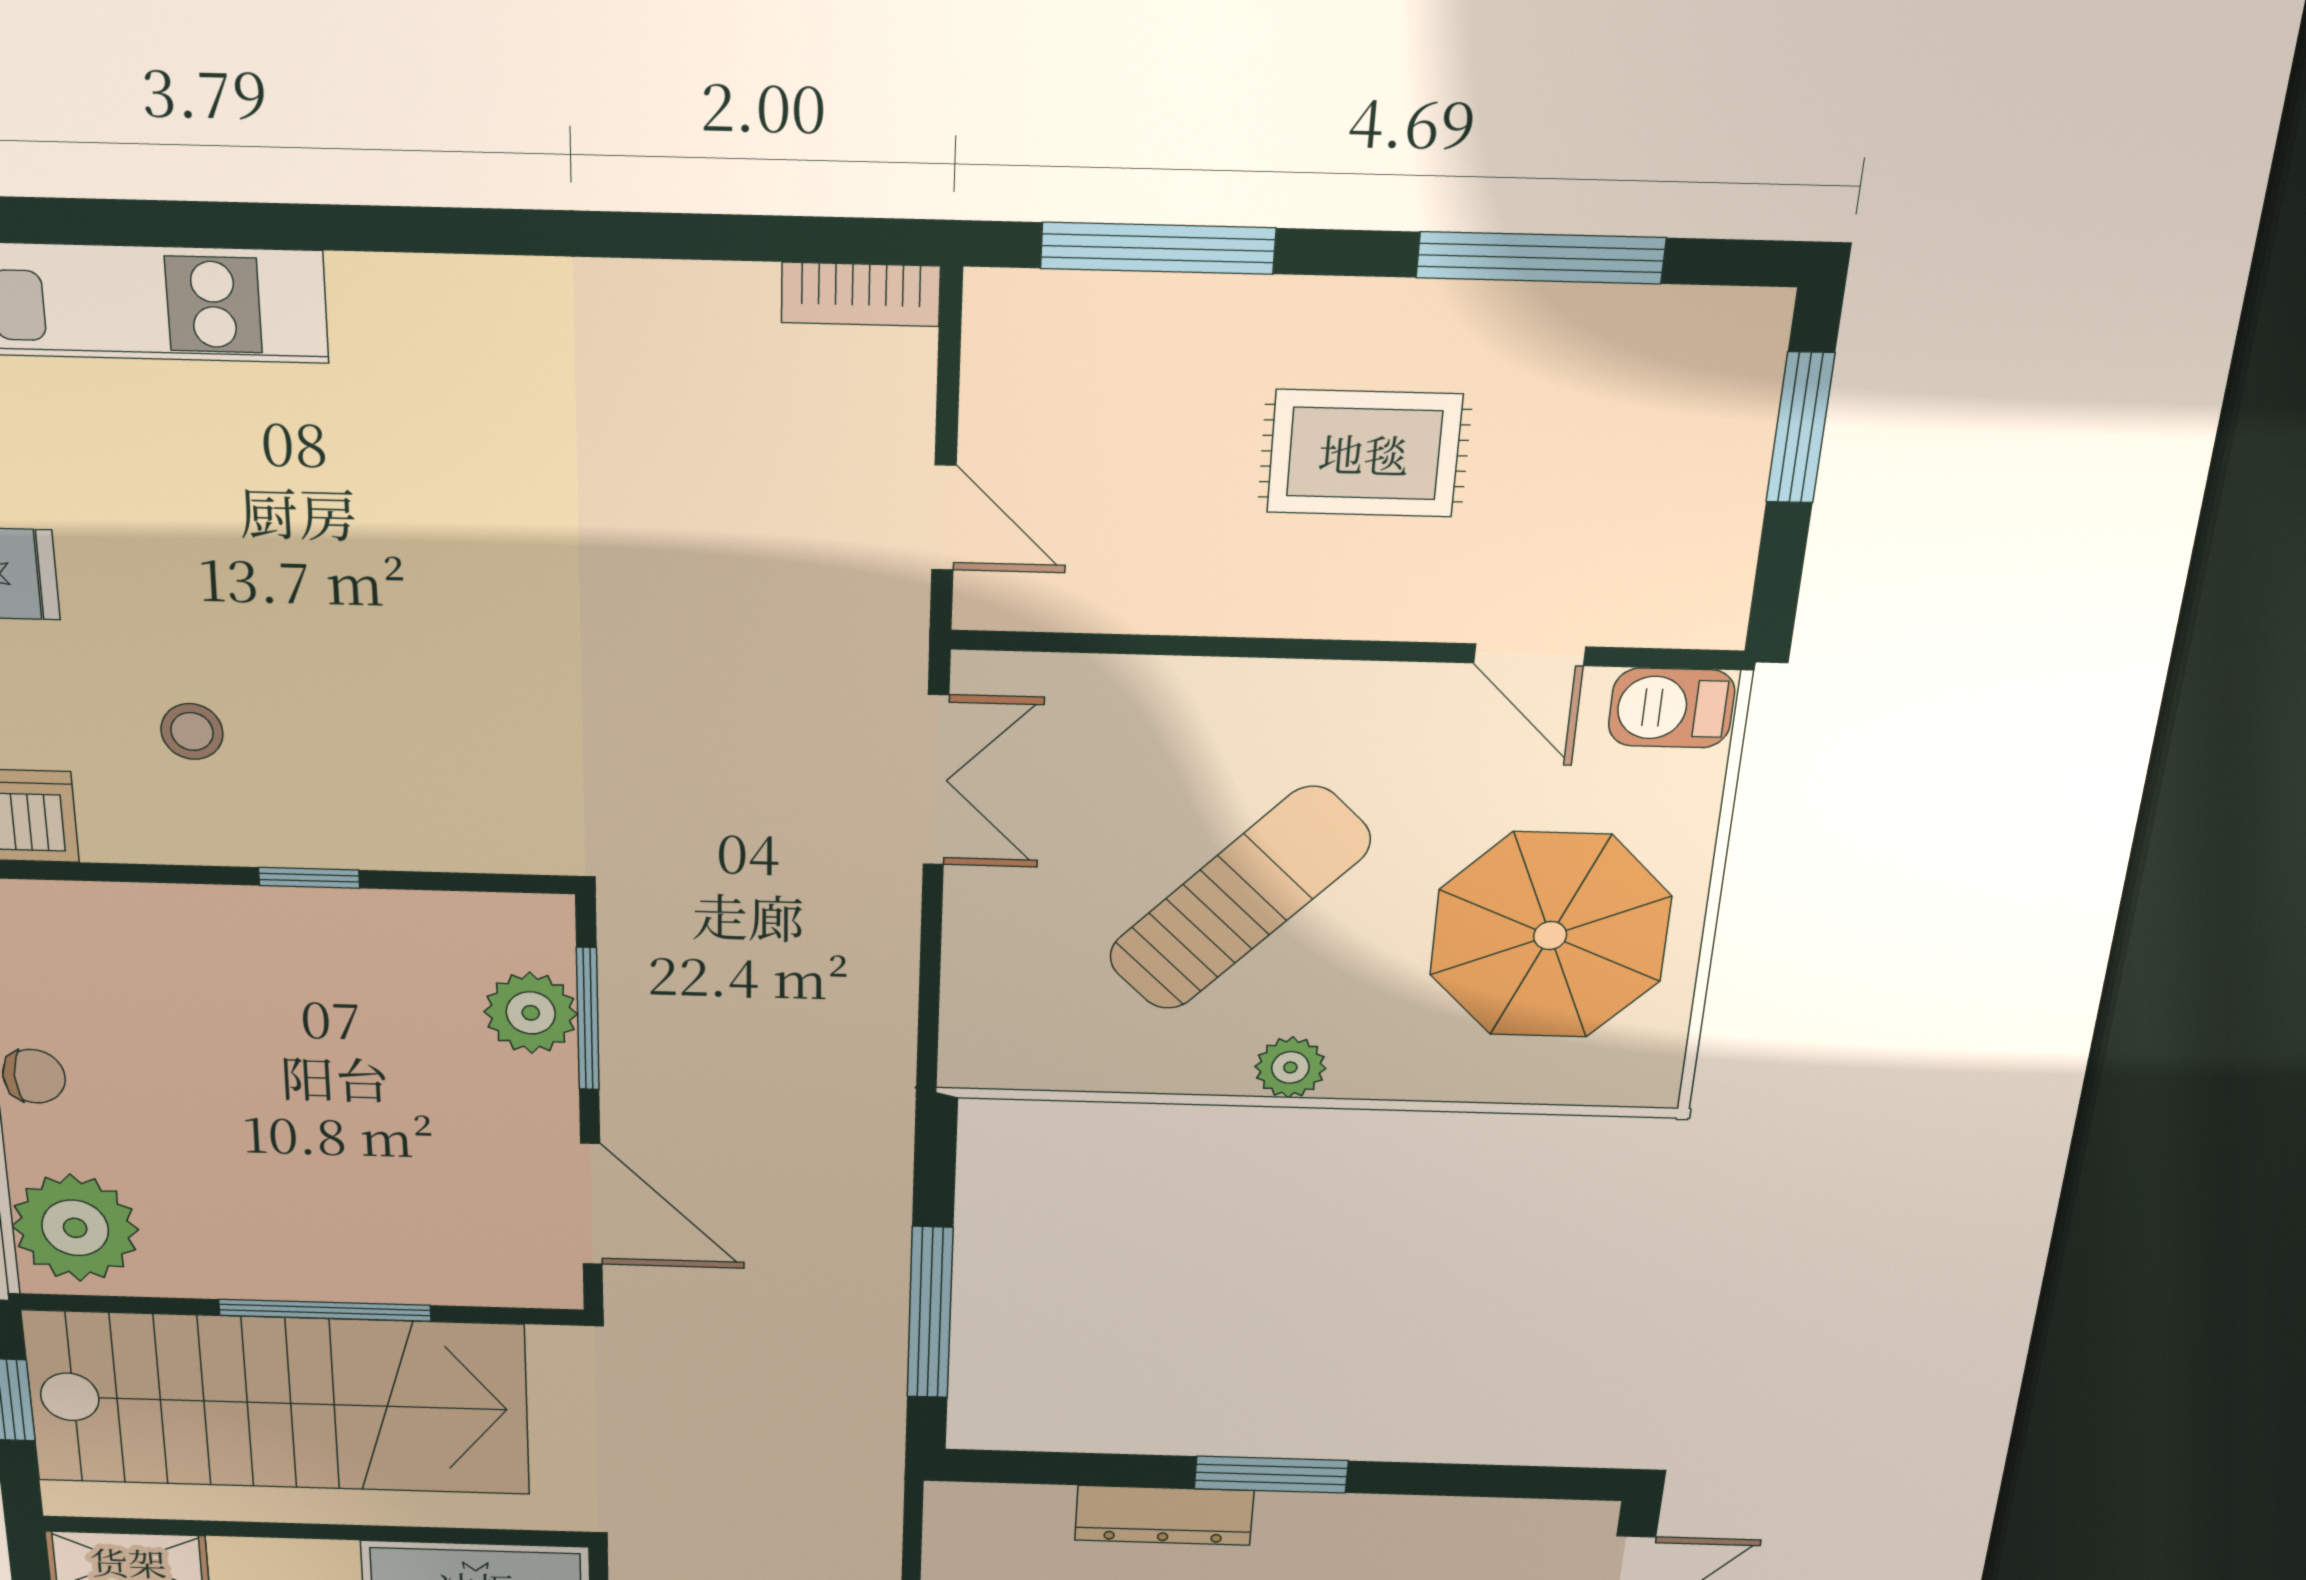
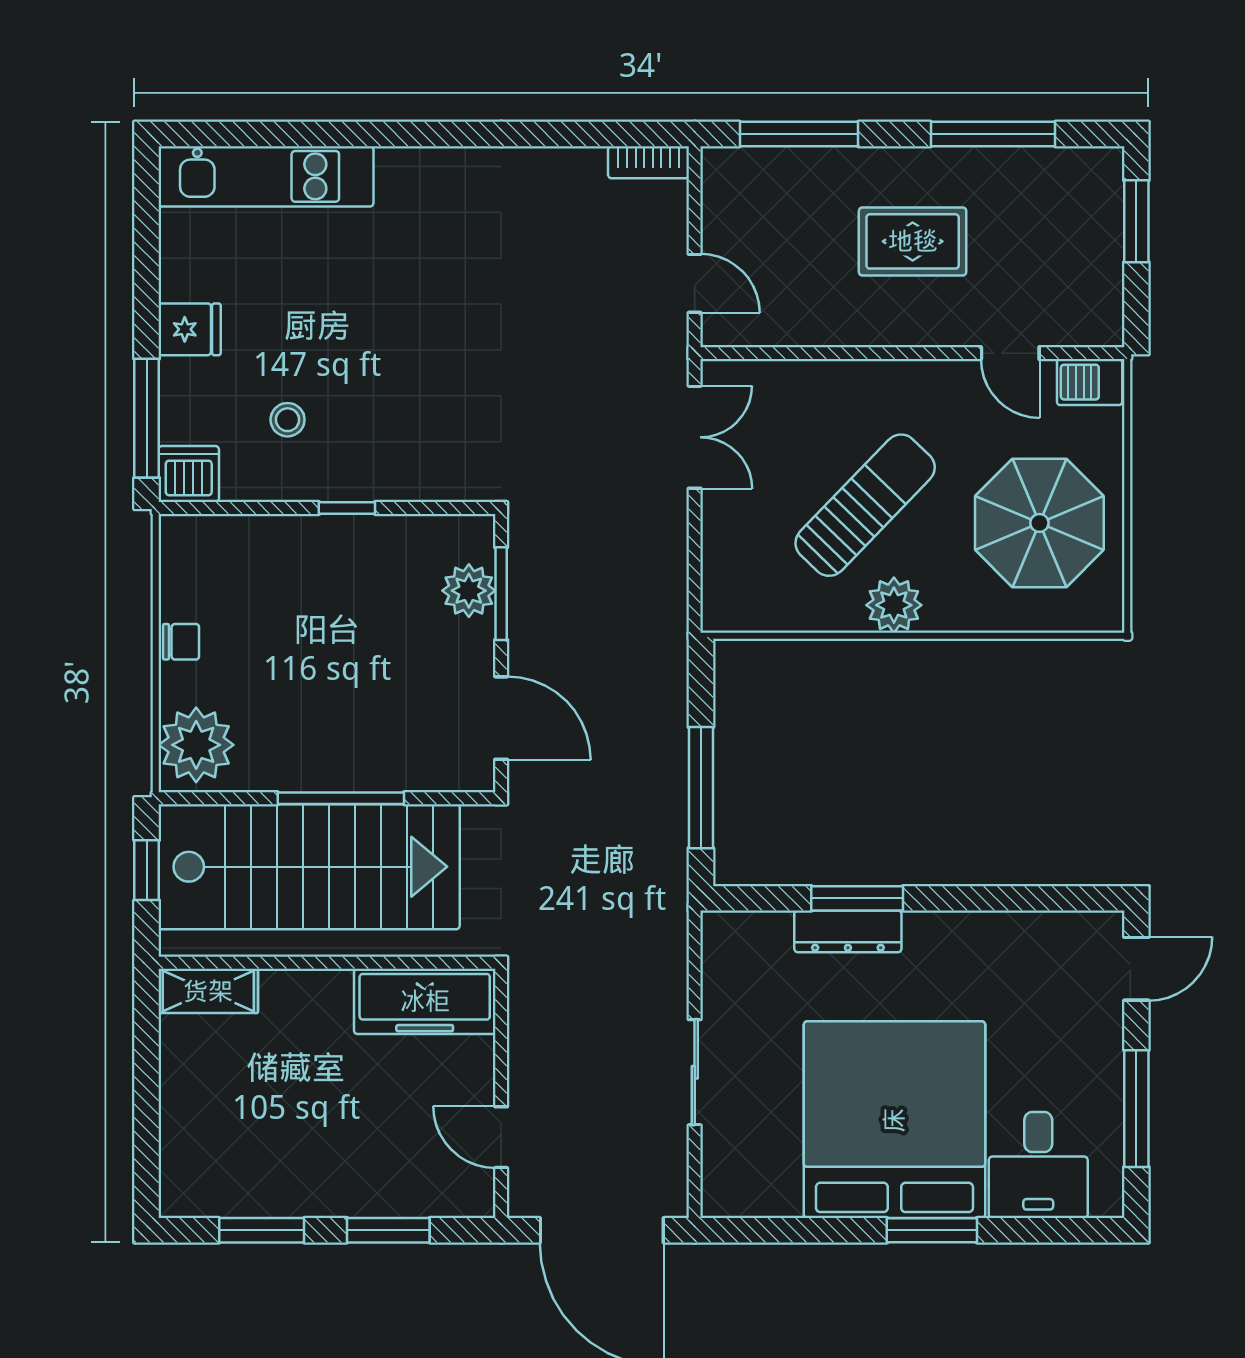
plant: (1290, 1067) -> (894, 605), width x1.38, depth x1.38
window: (1271, 1475) -> (857, 898), moved

